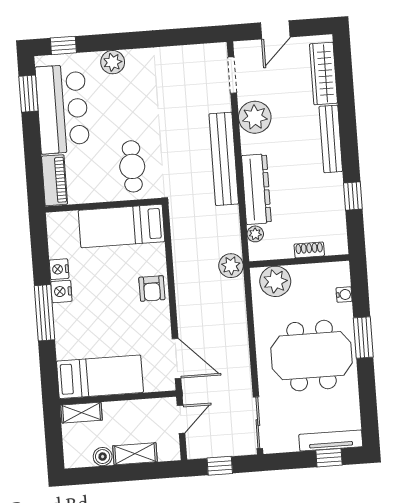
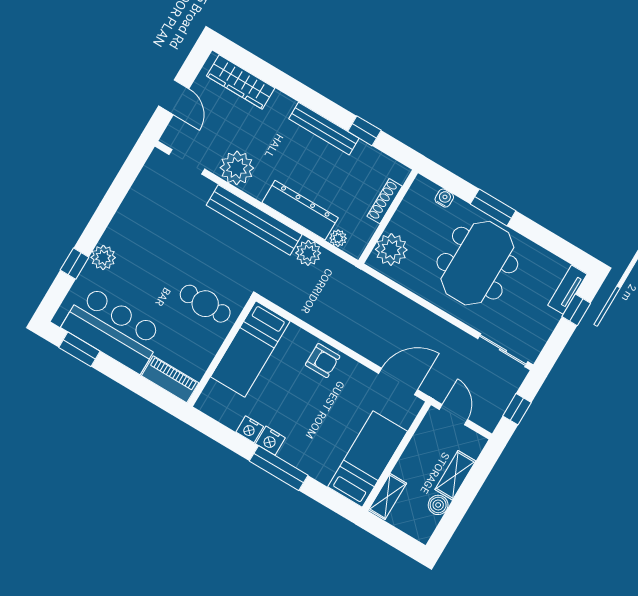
window: (63, 45) -> (75, 264), moved
bench: (331, 139) -> (324, 129), moved
shoe rack: (309, 250) -> (385, 201), width x1.43
plant: (231, 266) -> (308, 253), moved
tv unit: (331, 441) -> (567, 290), width x0.71

